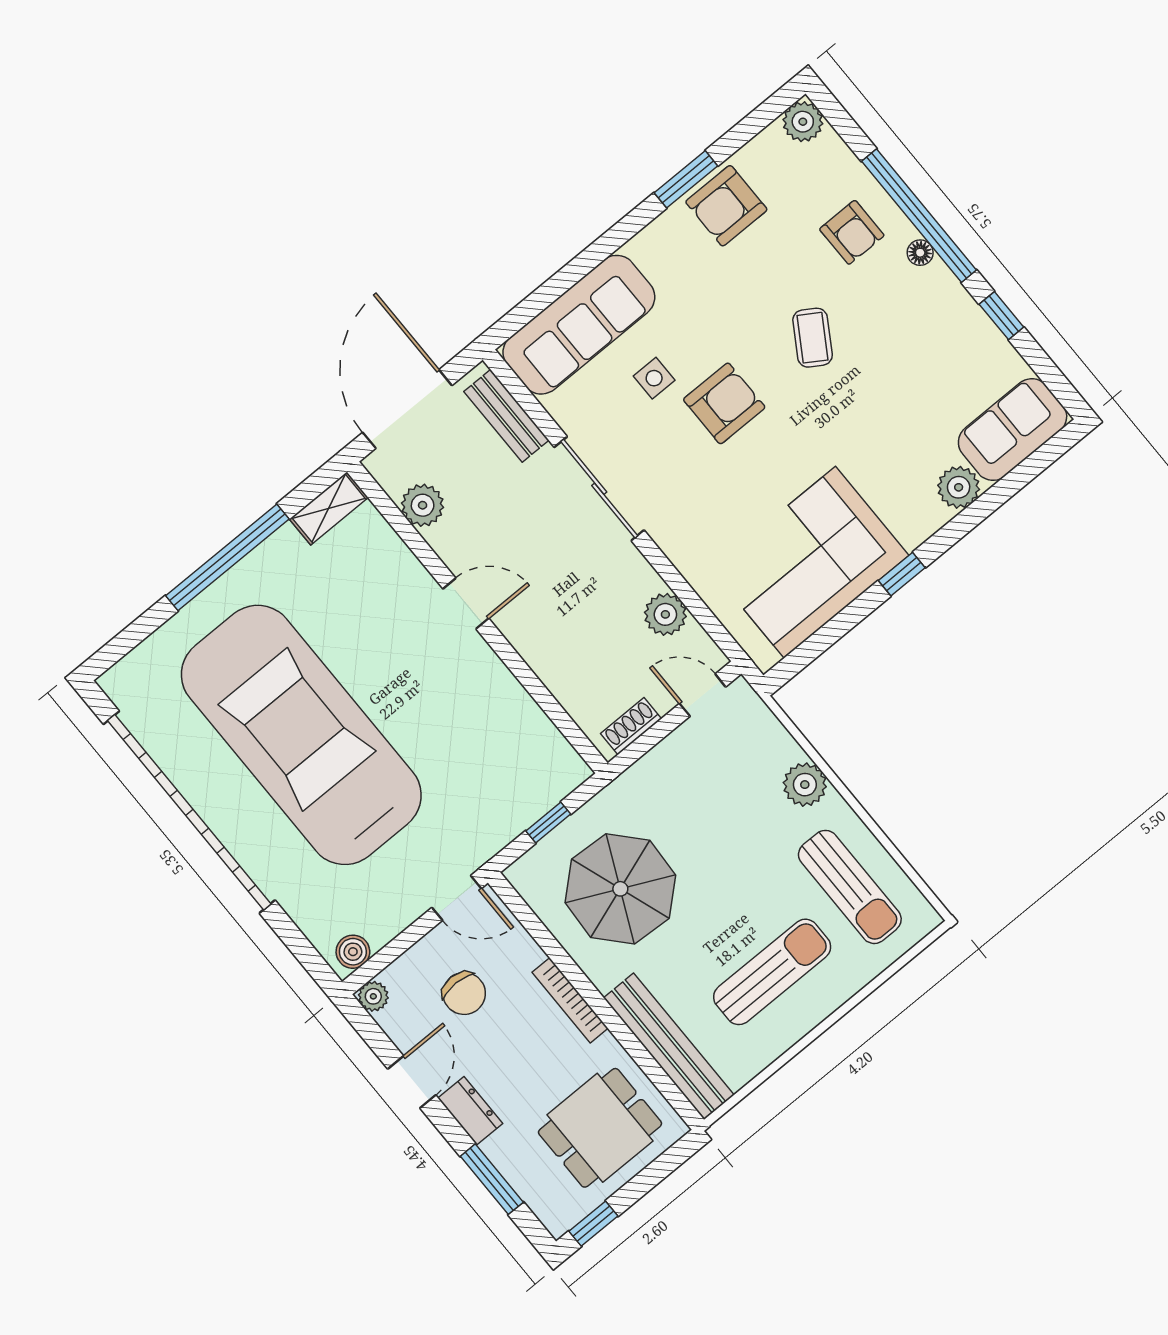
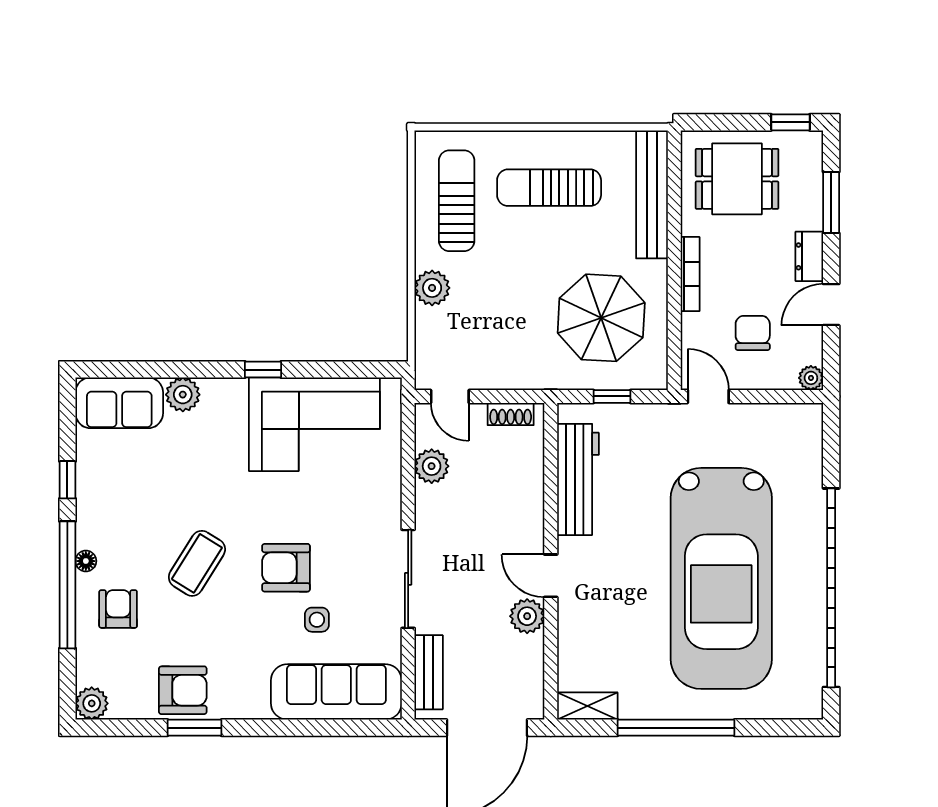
coffee table: (813, 338) -> (197, 563), width x1.36, depth x1.30
plant: (423, 505) -> (527, 616), moved
workbench: (516, 717) -> (578, 479), added
boiler: (353, 952) -> (801, 416), removed

